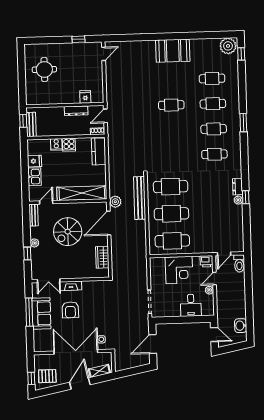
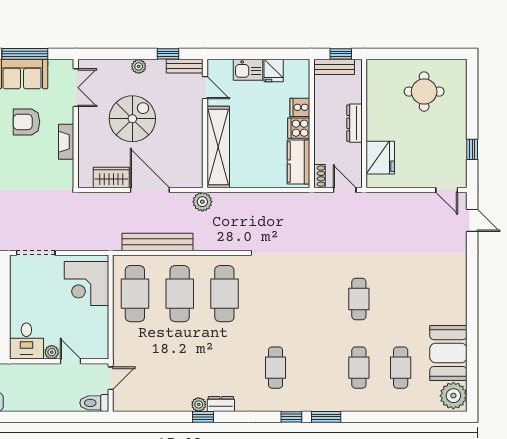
door: (121, 38) -> (472, 220), added
booth: (173, 51) -> (448, 353), moved
window: (241, 54) -> (291, 417), moved
fridge: (85, 97) -> (380, 158), width x1.88, depth x1.34
dresser: (76, 111) -> (355, 123), moved
cafe table: (214, 129) -> (317, 368), removed
kitchen counter: (99, 151) -> (298, 162), moved, turned -90
bench: (140, 198) -> (158, 242), moved
door: (109, 223) -> (150, 190), moved
spiral stairs: (68, 232) -> (132, 119), moved, turned 90
window: (27, 254) -> (168, 54), moved
door: (224, 254) -> (111, 378), swing flipped
printer: (206, 261) -> (99, 349), removed
corner desk: (179, 270) -> (86, 283), moved
double door: (49, 281) -> (76, 88), swing flipped
fireplace: (71, 286) -> (66, 142), moved
desk: (191, 305) -> (26, 341), moved, turned -90

